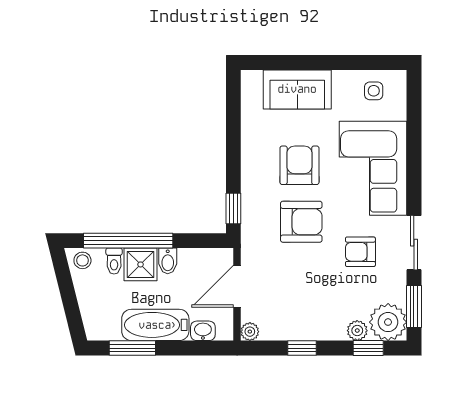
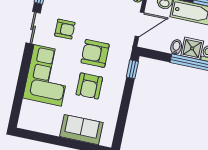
side table: (374, 91) -> (38, 120), removed

